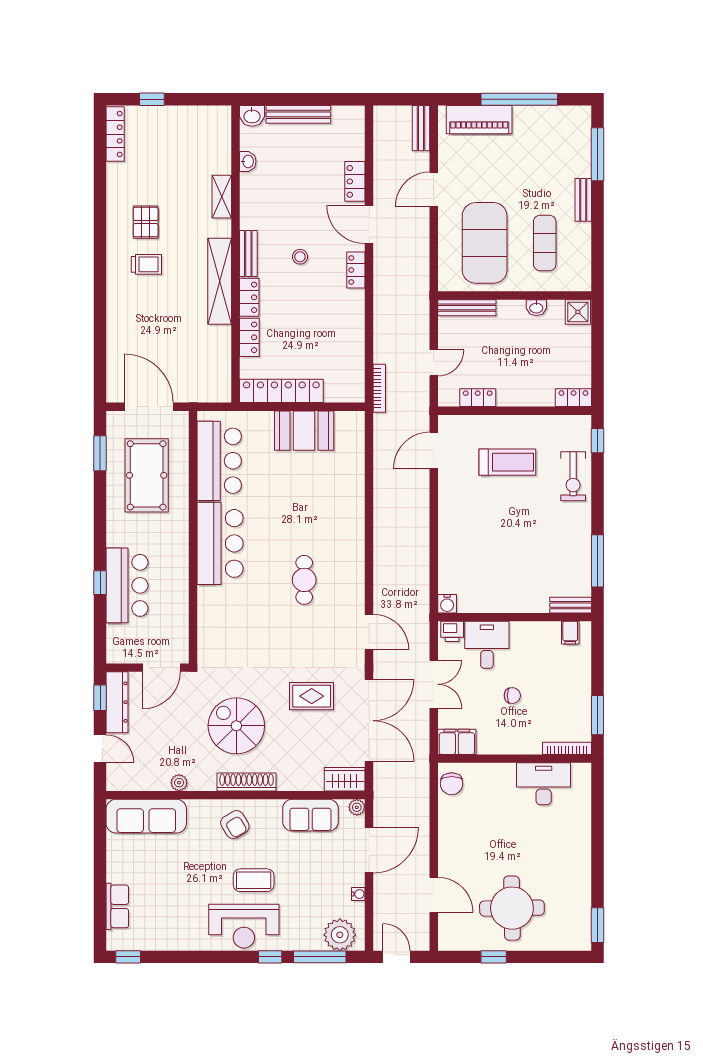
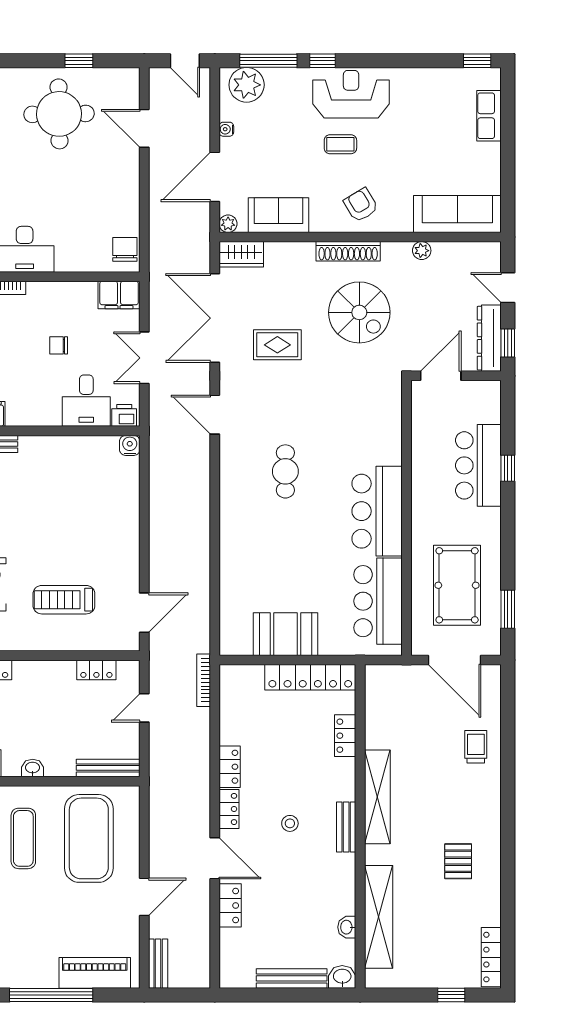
shelving: (222, 197) -> (379, 917), width x2.20, depth x1.33
trolley: (146, 264) -> (476, 747), moved, turned 90
locker: (249, 297) -> (230, 767), moved, turned 180
coffee table: (254, 880) -> (340, 144), width x0.73, depth x0.77

